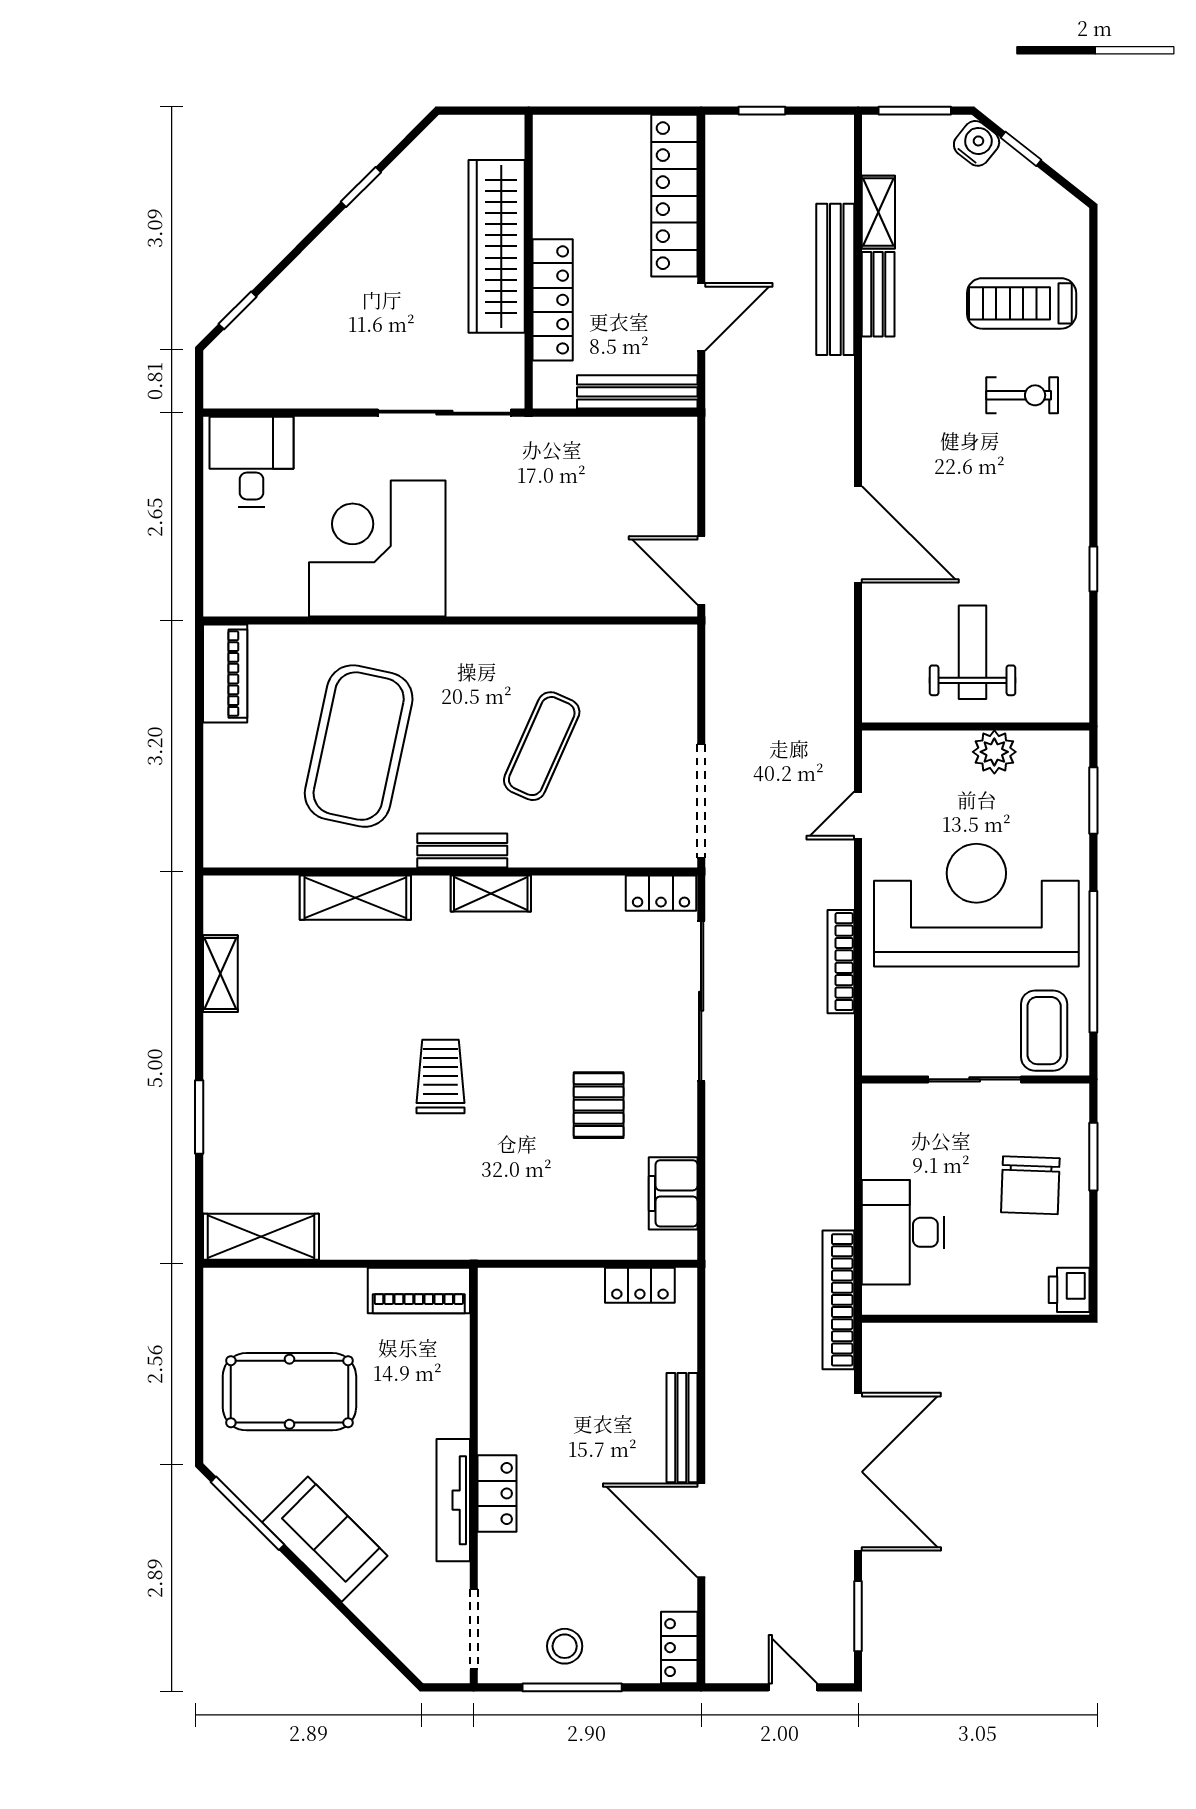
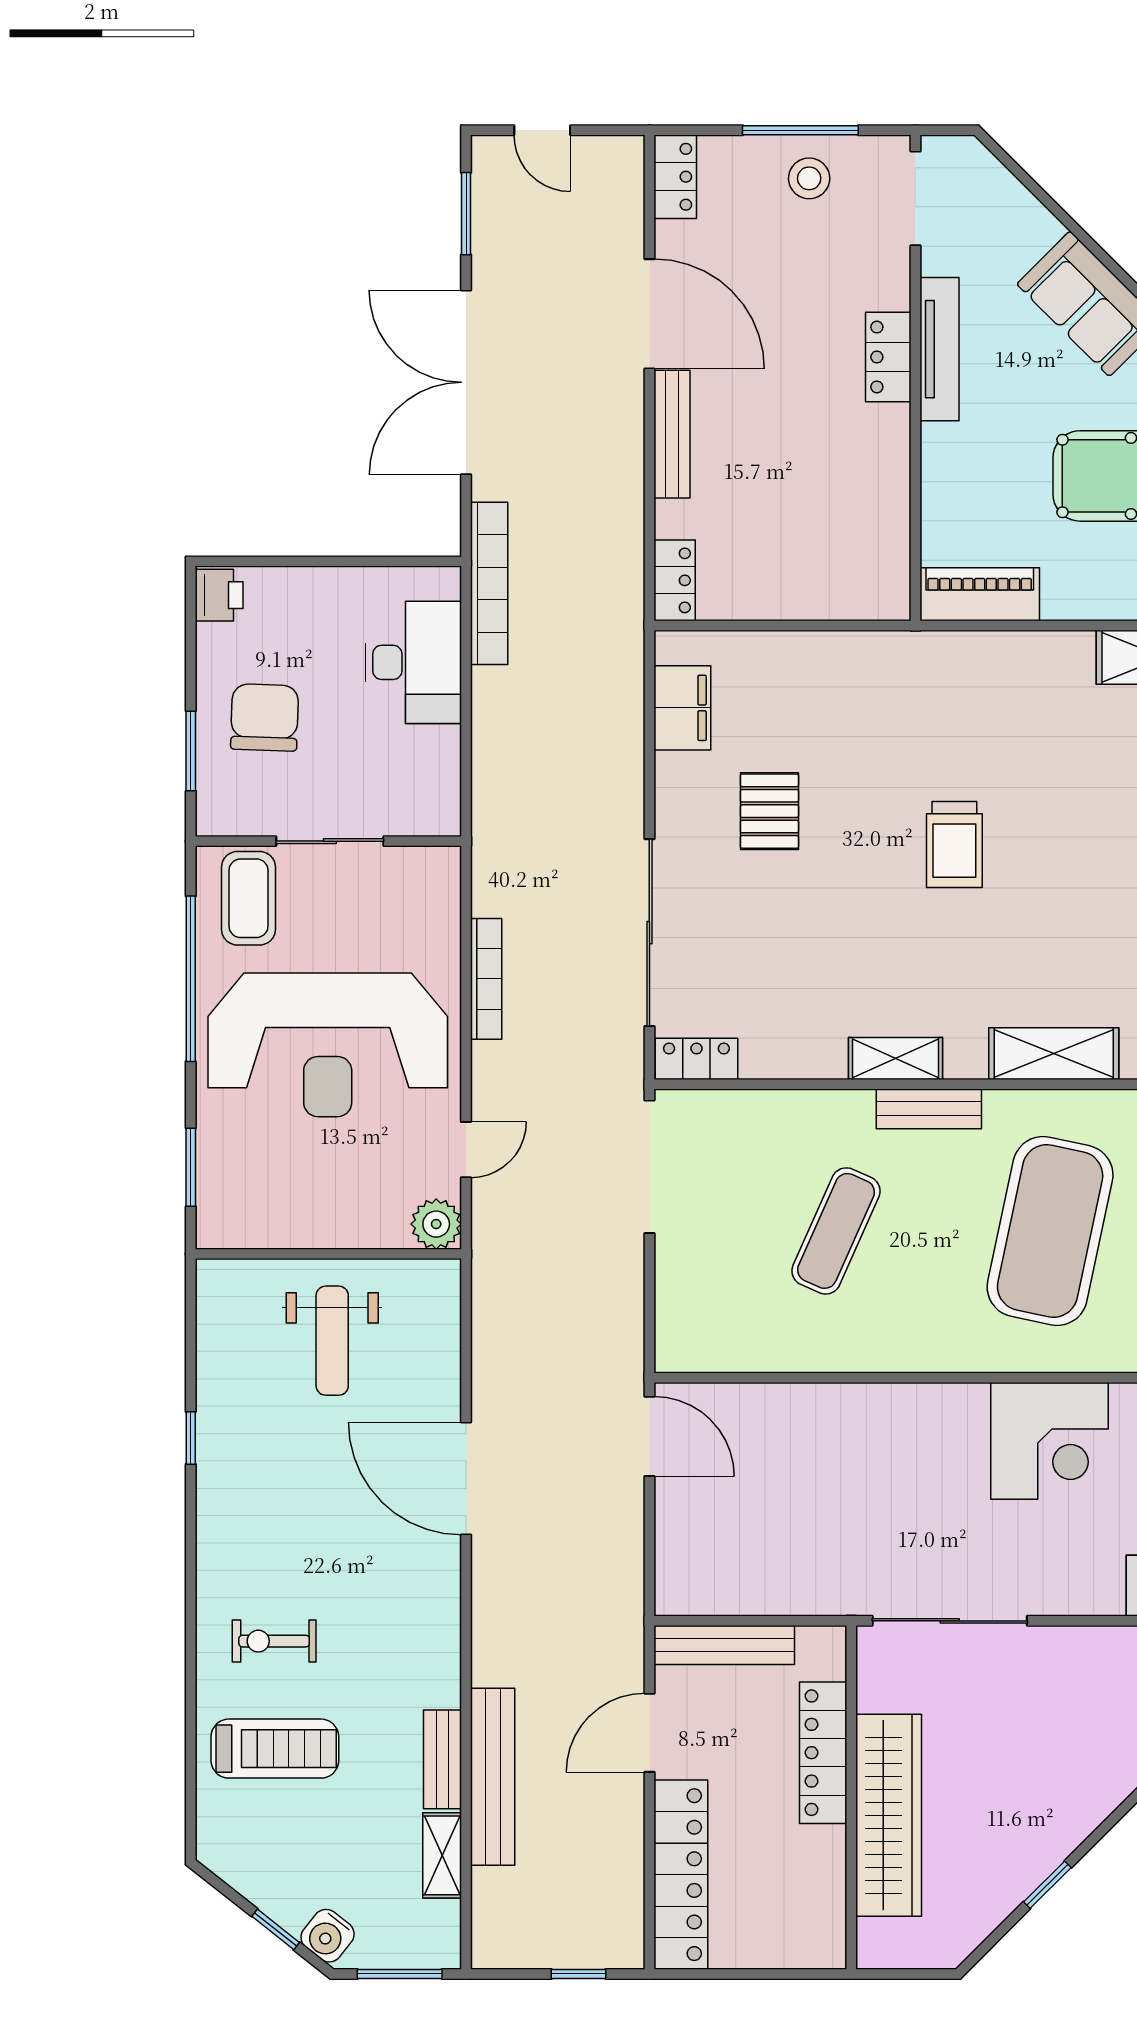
corner desk: (377, 548) -> (1049, 1441), width x0.74, depth x0.74
plant: (994, 752) -> (436, 1224), moved
locker: (640, 1285) -> (675, 580), moved, turned 90

